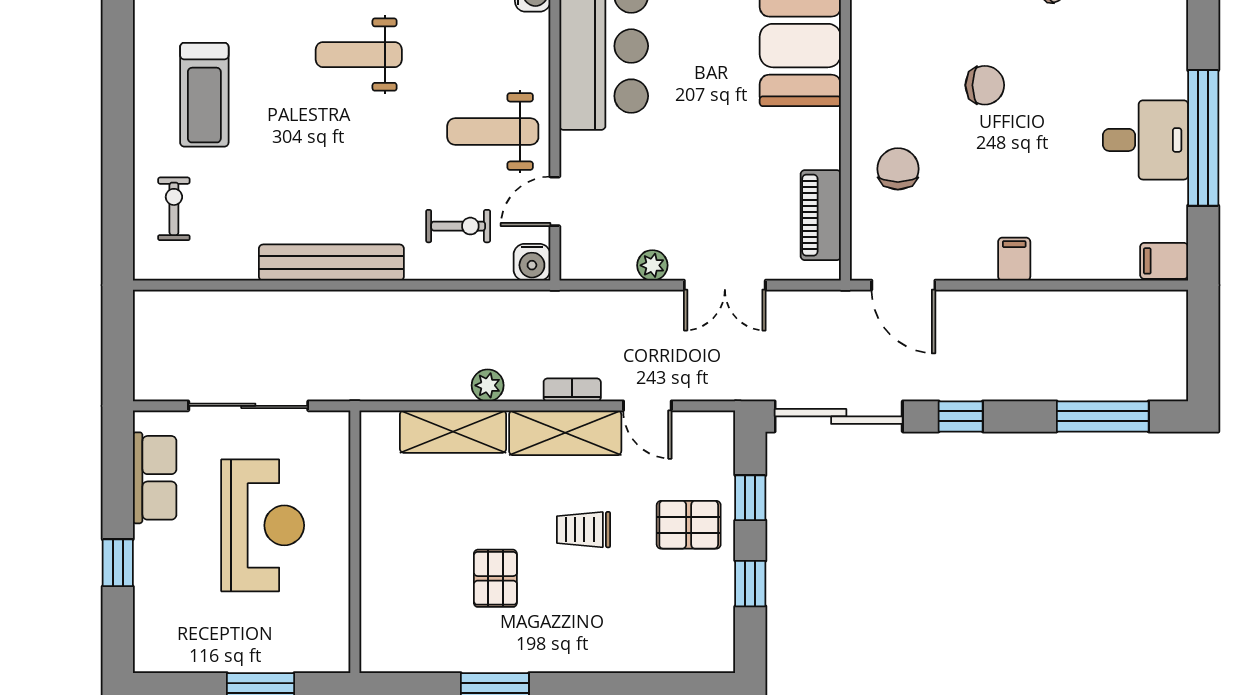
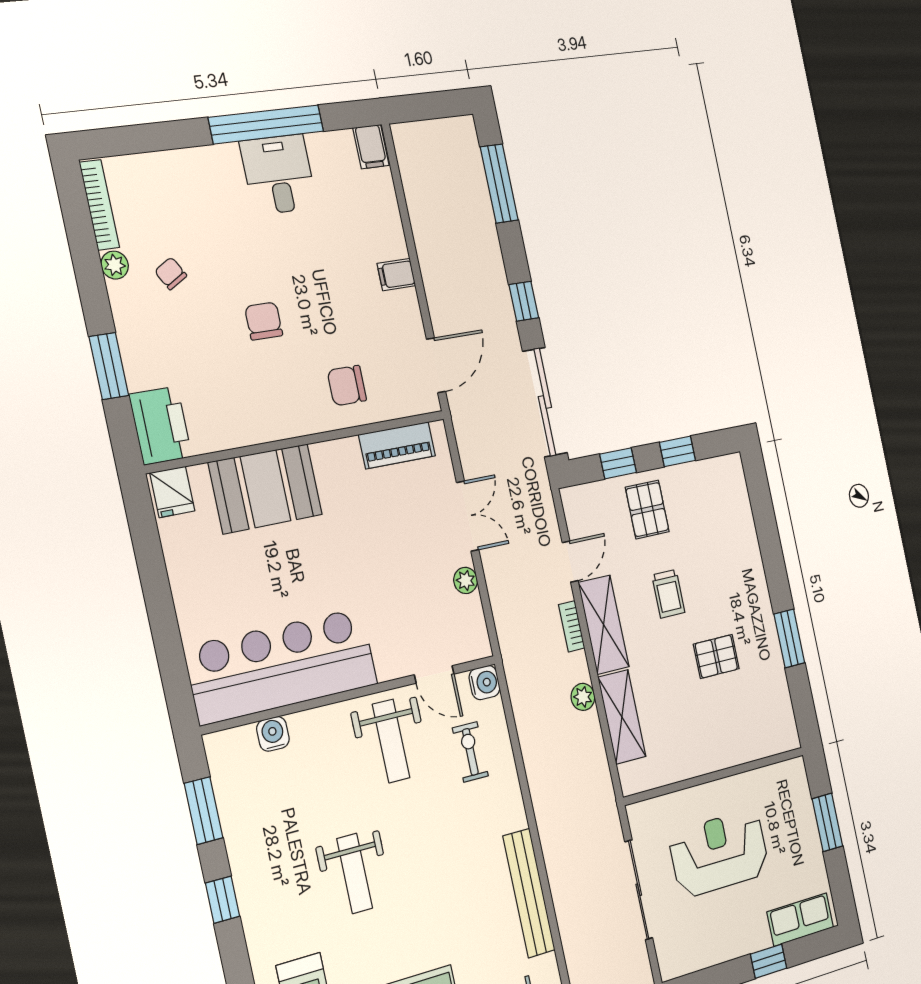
bench: (331, 263) -> (529, 893), moved
row of seats: (155, 478) -> (800, 920), moved

